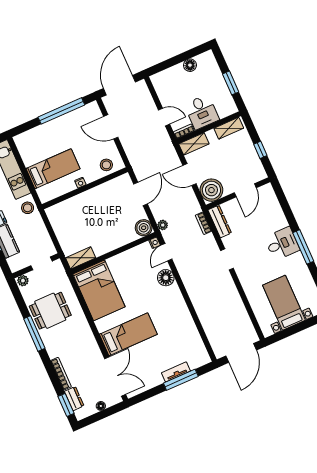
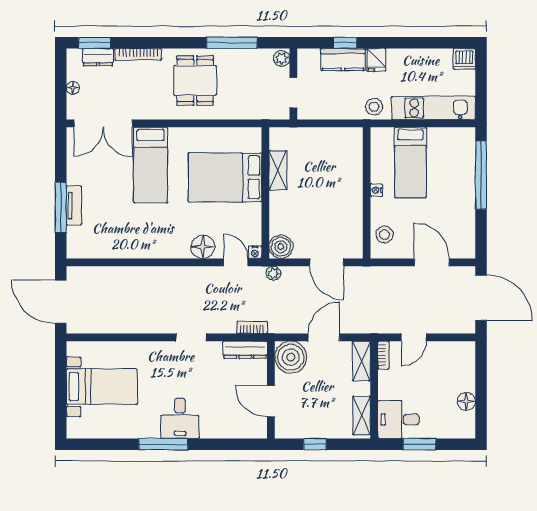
window: (61, 111) -> (481, 175), moved
desk: (202, 112) -> (399, 419), moved
door: (111, 127) -> (432, 262), hinge flipped
shelving: (81, 258) -> (278, 170), moved
bed: (99, 290) -> (225, 177), moved
dining table: (50, 311) -> (195, 80), moved
window: (34, 334) -> (232, 43), moved

